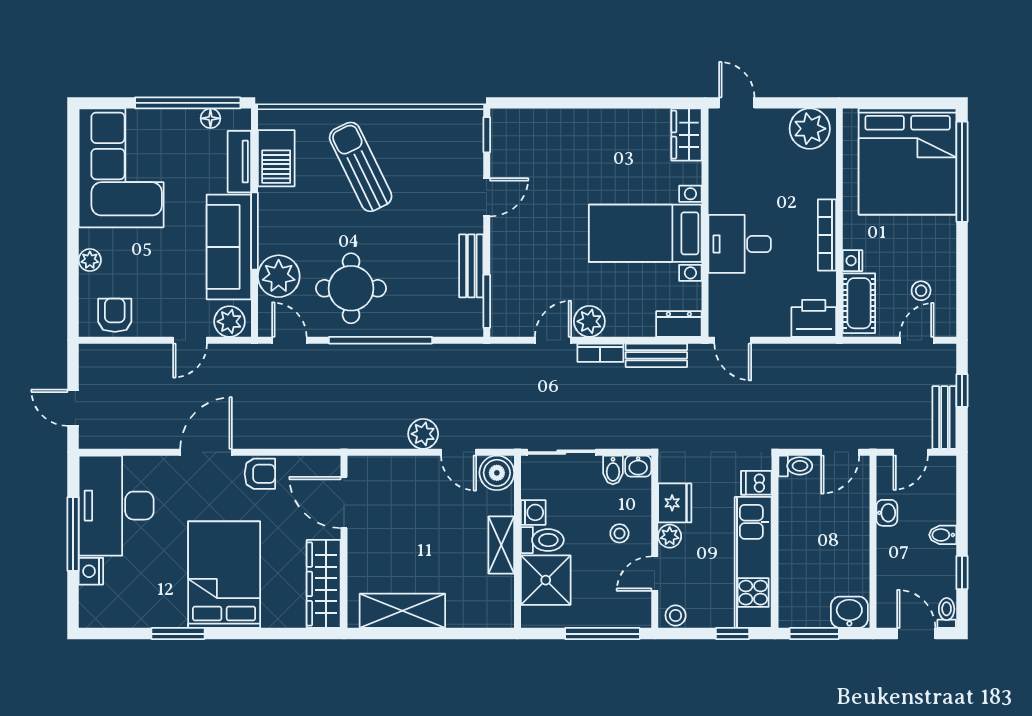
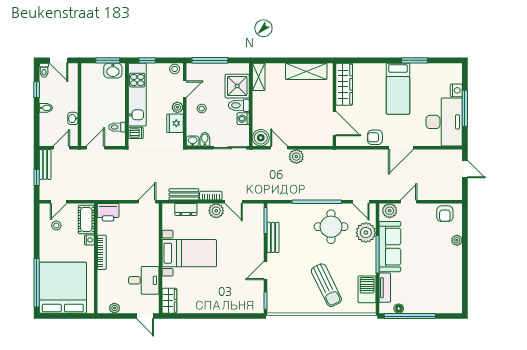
plant: (810, 129) -> (114, 308), width x0.53, depth x0.53
corner sofa: (121, 168) -> (442, 285), removed
desk: (740, 244) -> (144, 280), moved
dresser: (679, 324) -> (186, 209), moved
door: (553, 340) -> (234, 202), hinge flipped
door: (733, 340) -> (147, 202), hinge flipped
toilet: (795, 466) -> (117, 127), moved
shelving: (501, 545) -> (259, 77), moved
bed: (224, 575) -> (398, 89), width x0.67
washbasin: (849, 612) -> (113, 71), moved

